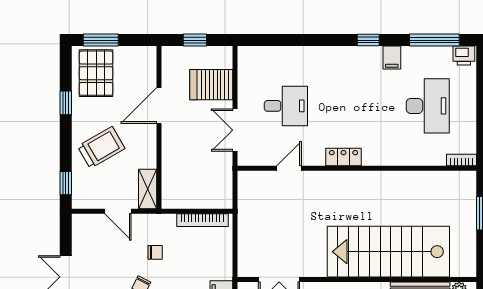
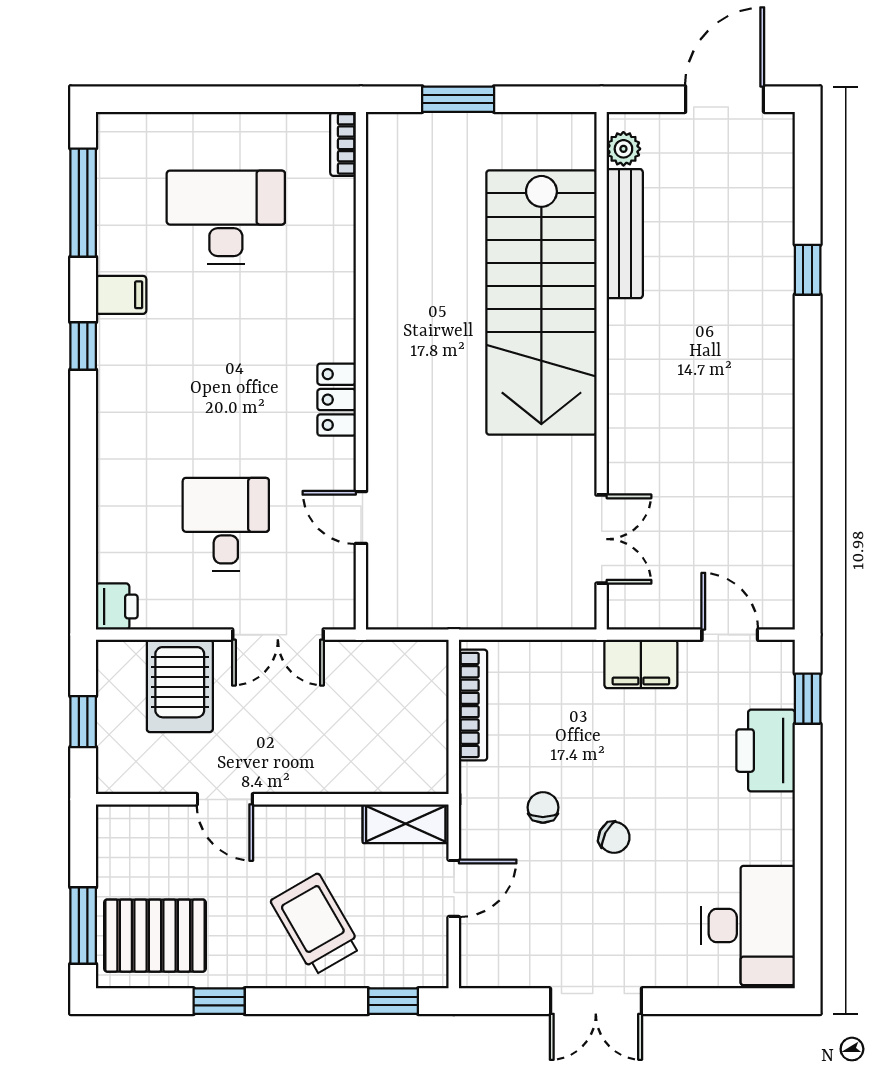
printer: (464, 56) -> (117, 606), moved
door: (159, 105) -> (225, 799), width x0.73

